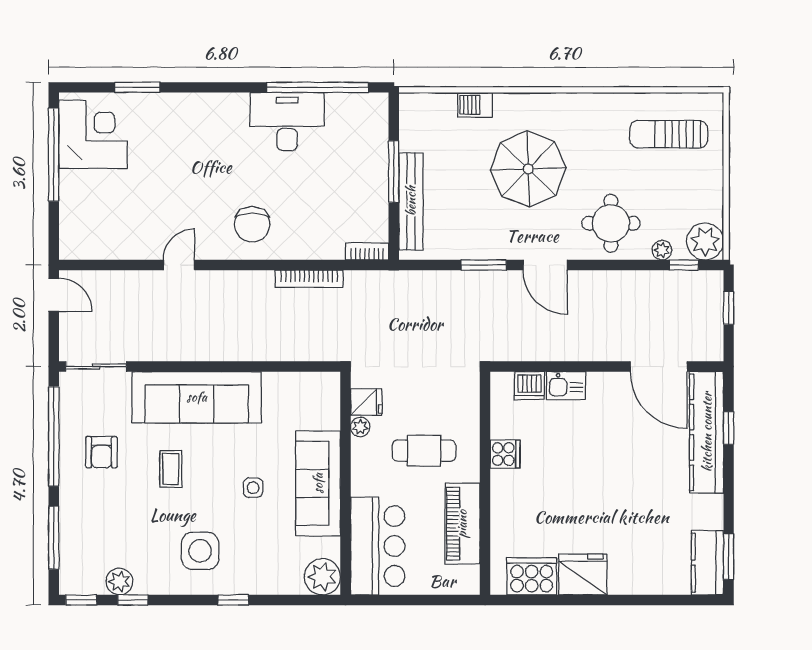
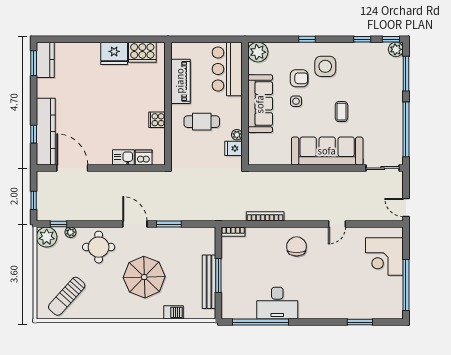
corner desk: (93, 134) -> (384, 257), moved
sun lounger: (669, 134) -> (67, 296), turned 132
bench: (411, 201) -> (209, 282), moved
armchair: (101, 452) -> (299, 78), moved, turned 90
plant: (119, 582) -> (396, 49), moved

